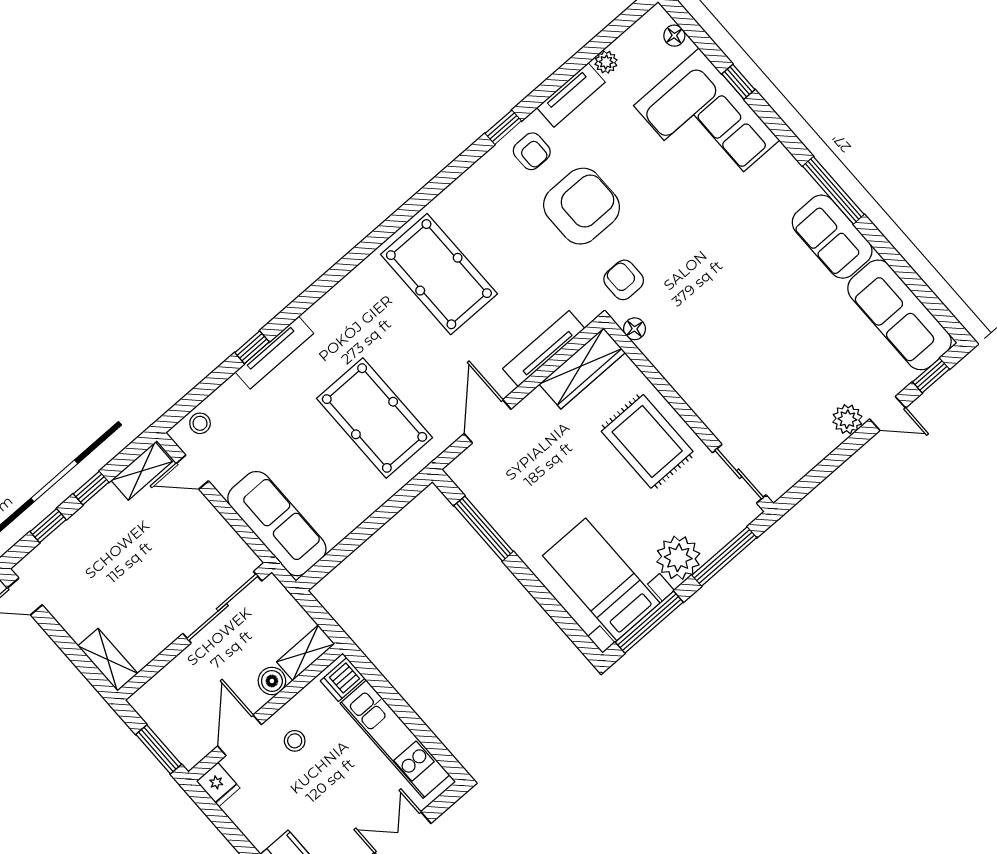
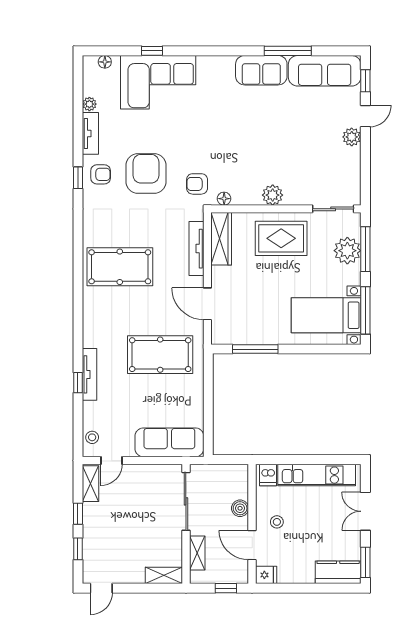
window: (833, 190) -> (288, 51), moved
plant: (691, 384) -> (273, 195), added
plant: (678, 558) -> (347, 251), moved
shelving: (306, 653) -> (197, 553), moved
window: (159, 749) -> (226, 588), width x0.67

